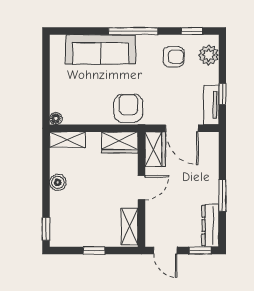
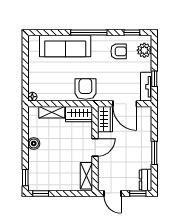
shelving: (67, 140) -> (52, 112), moved
dresser: (210, 226) -> (146, 180), width x0.70
window: (94, 251) -> (41, 193), moved

